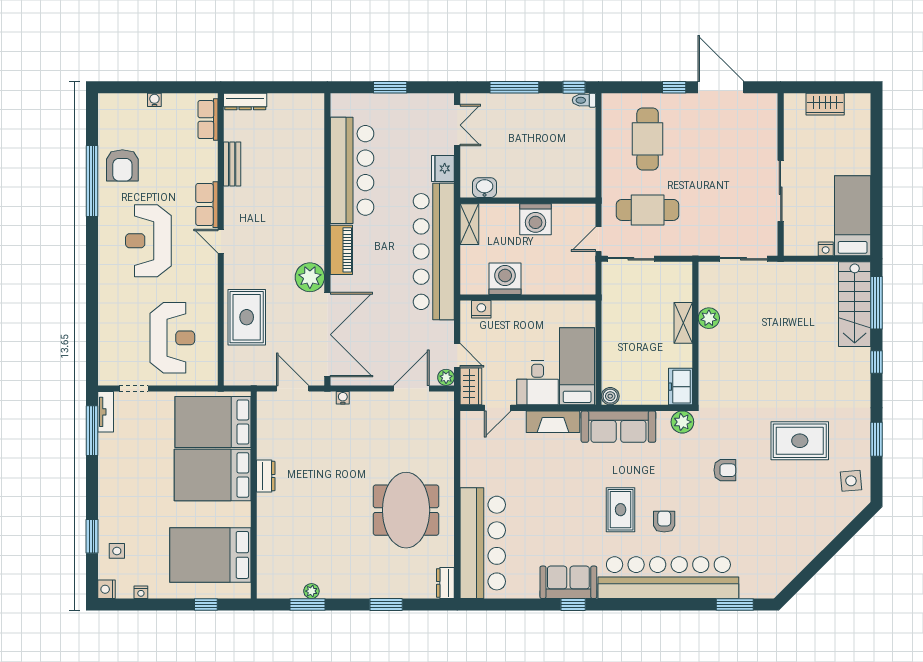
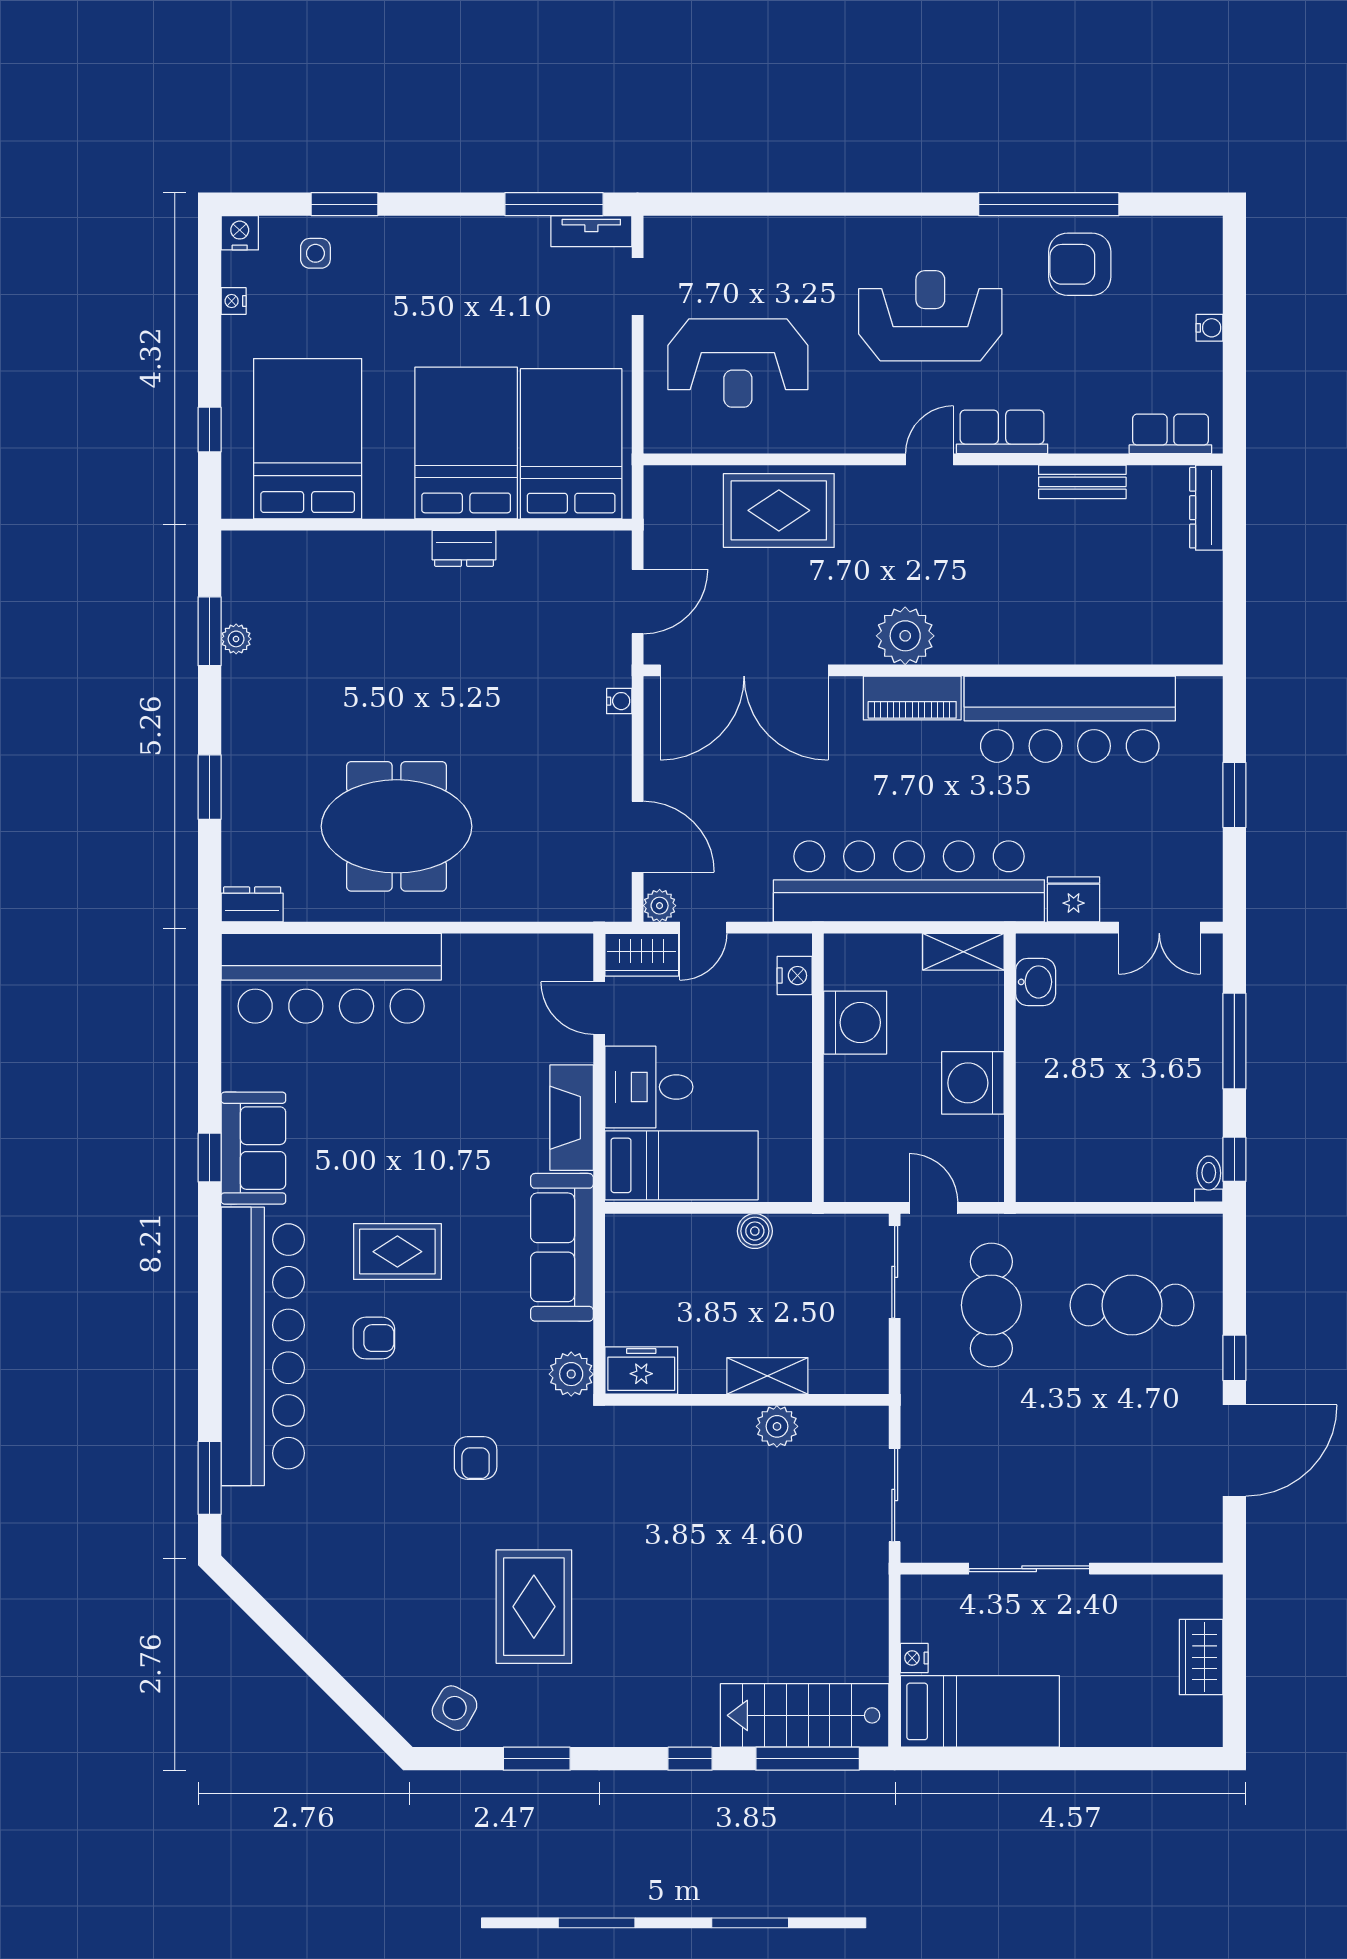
plant: (310, 277) -> (905, 636), moved
boiler: (610, 396) -> (755, 1231), moved
side table: (851, 481) -> (454, 1708), turned 34

